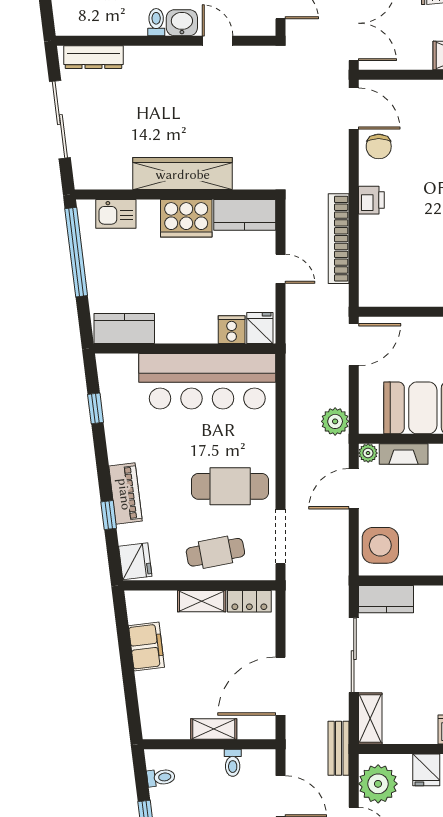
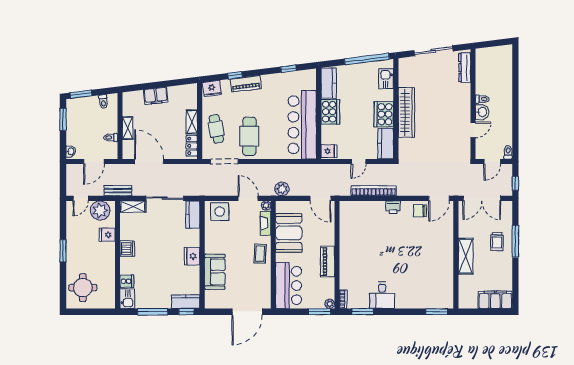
cooker: (232, 330) -> (330, 112), moved, width x1.87, depth x1.31
filing cabinet: (146, 647) -> (156, 96), moved

